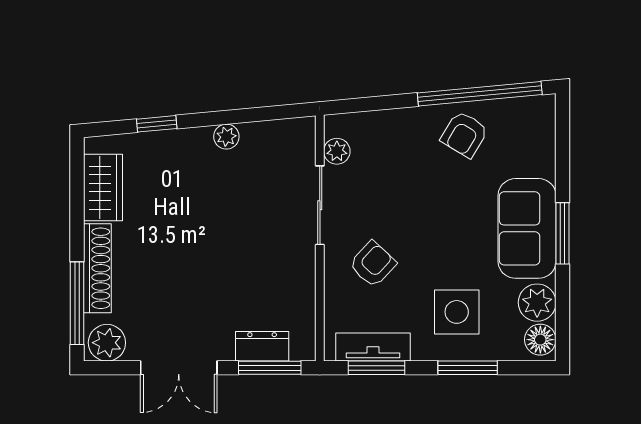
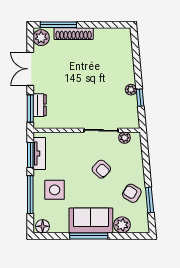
window: (480, 94) -> (150, 200), width x0.47
window: (157, 124) -> (140, 98), moved
wardrobe: (103, 188) -> (109, 36), removed
window: (562, 233) -> (89, 236), width x1.44
armchair: (373, 264) -> (101, 169), moved
plant: (537, 303) -> (122, 225), moved
window: (468, 368) -> (30, 195), width x1.44

